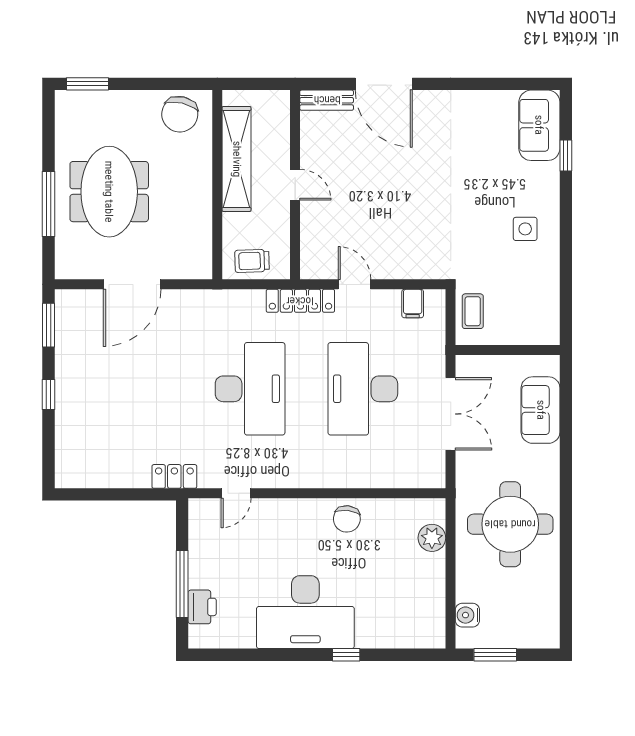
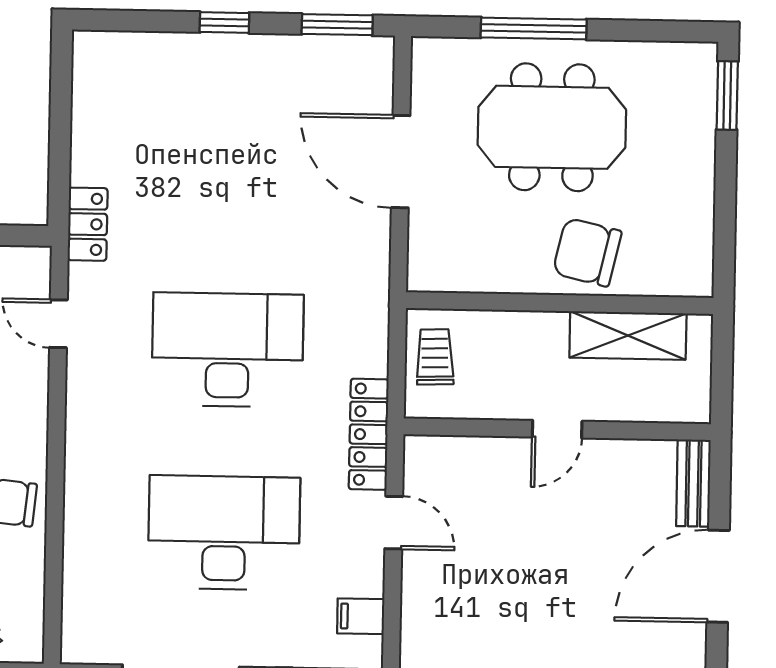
chair: (180, 114) -> (587, 252), moved
shelving: (237, 159) -> (628, 335), width x0.68
door: (355, 284) -> (394, 523), hinge flipped
desk: (250, 389) -> (227, 350), turned 180

